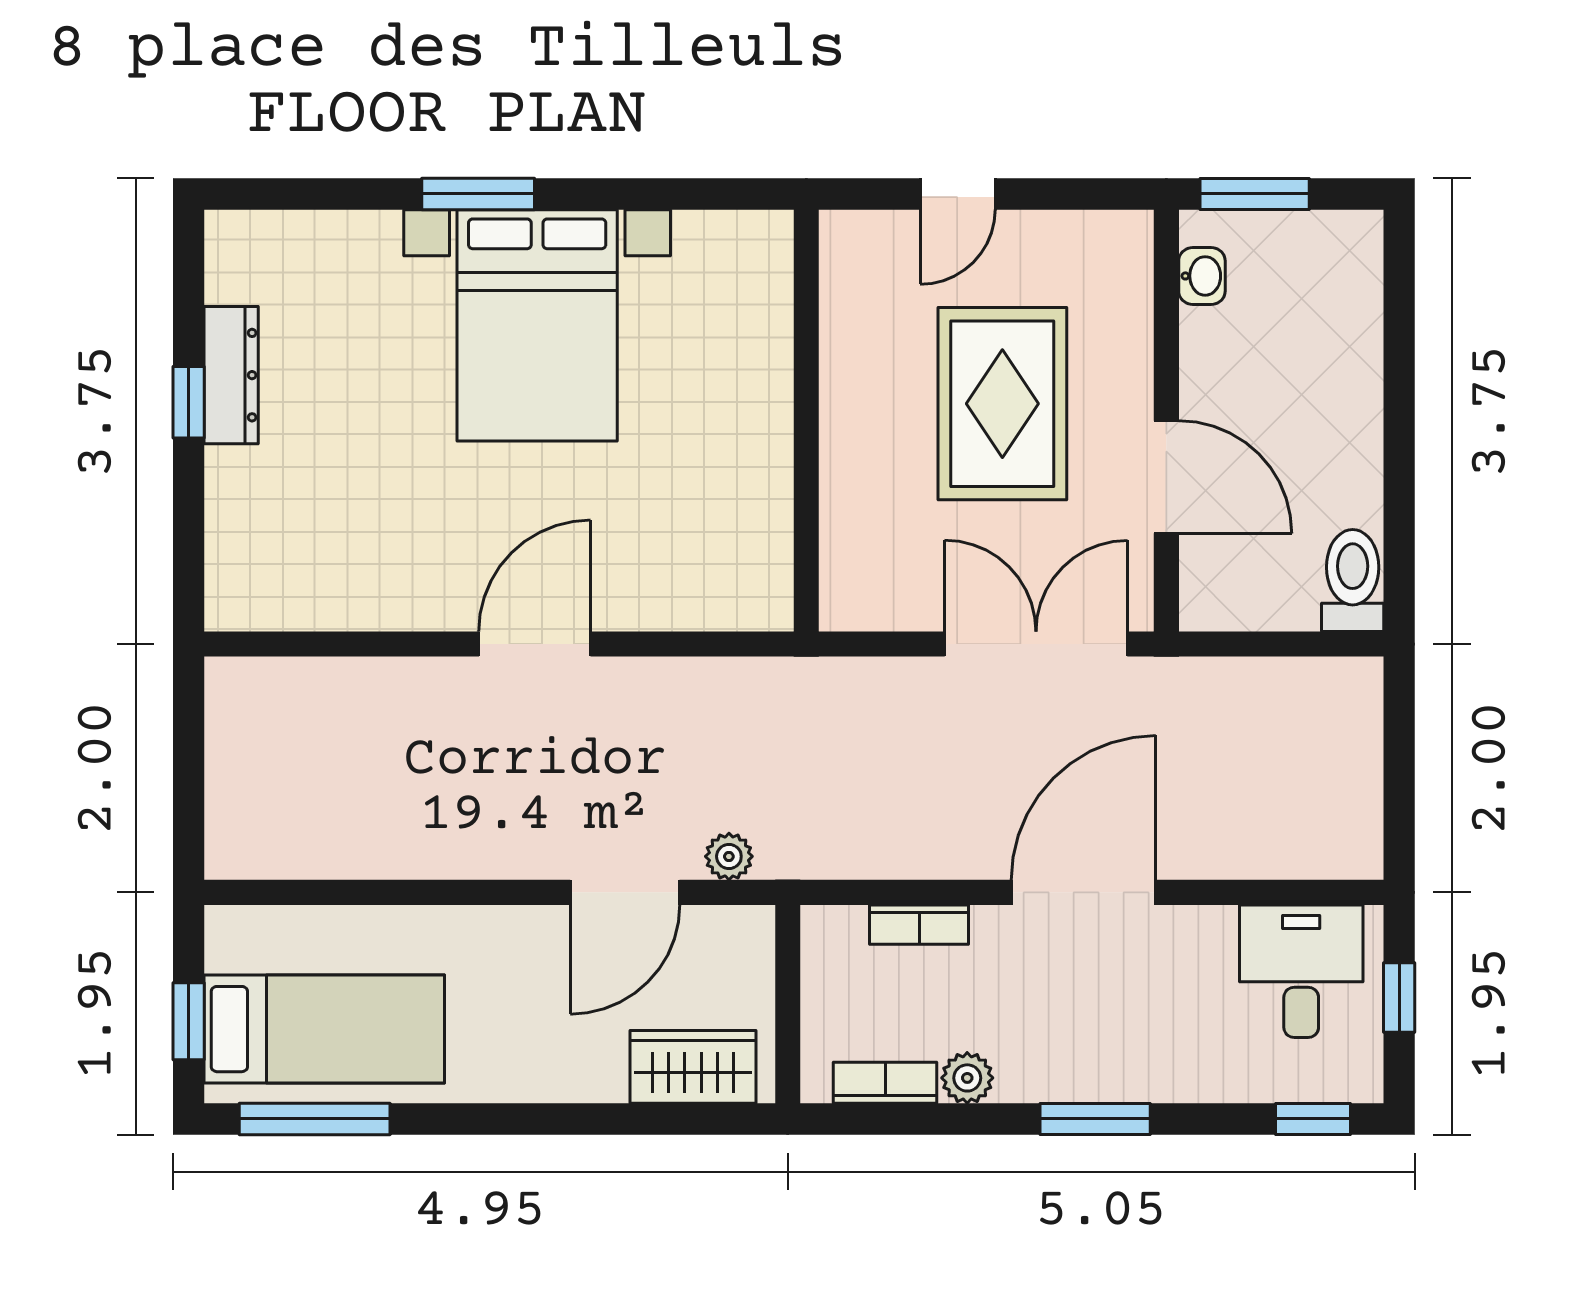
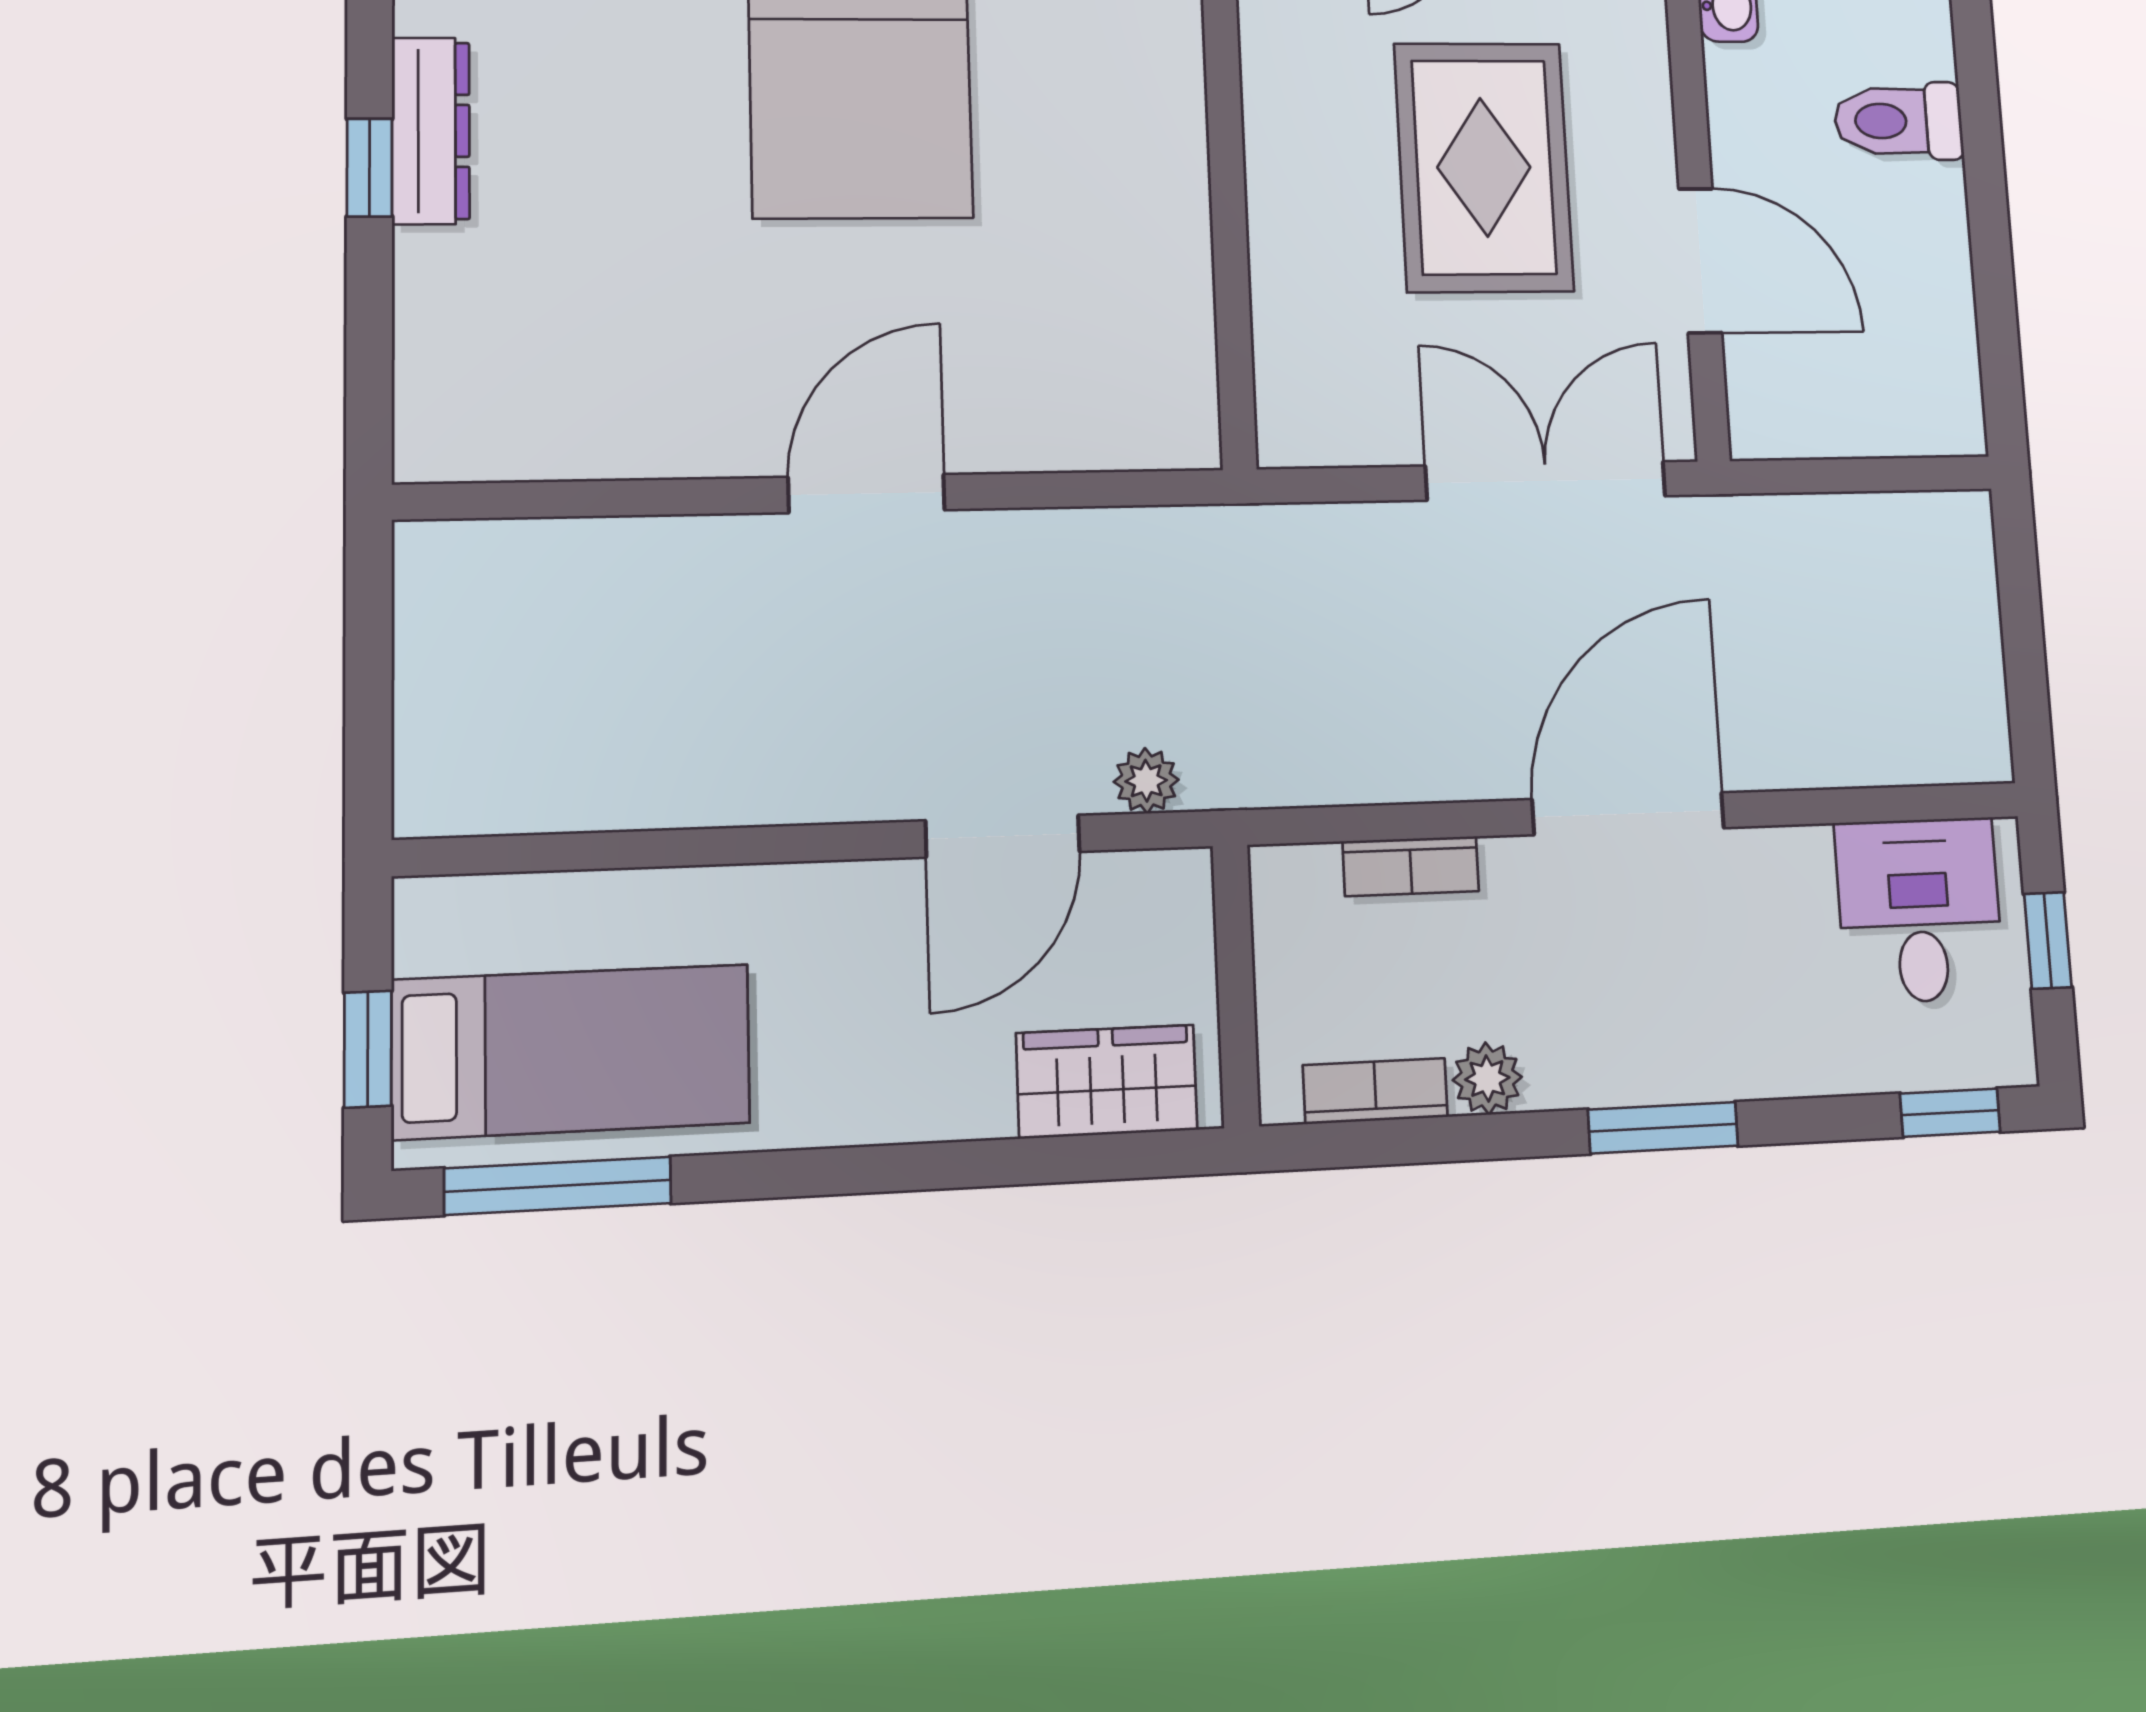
toilet: (1353, 581) -> (1898, 121), moved, turned -90

